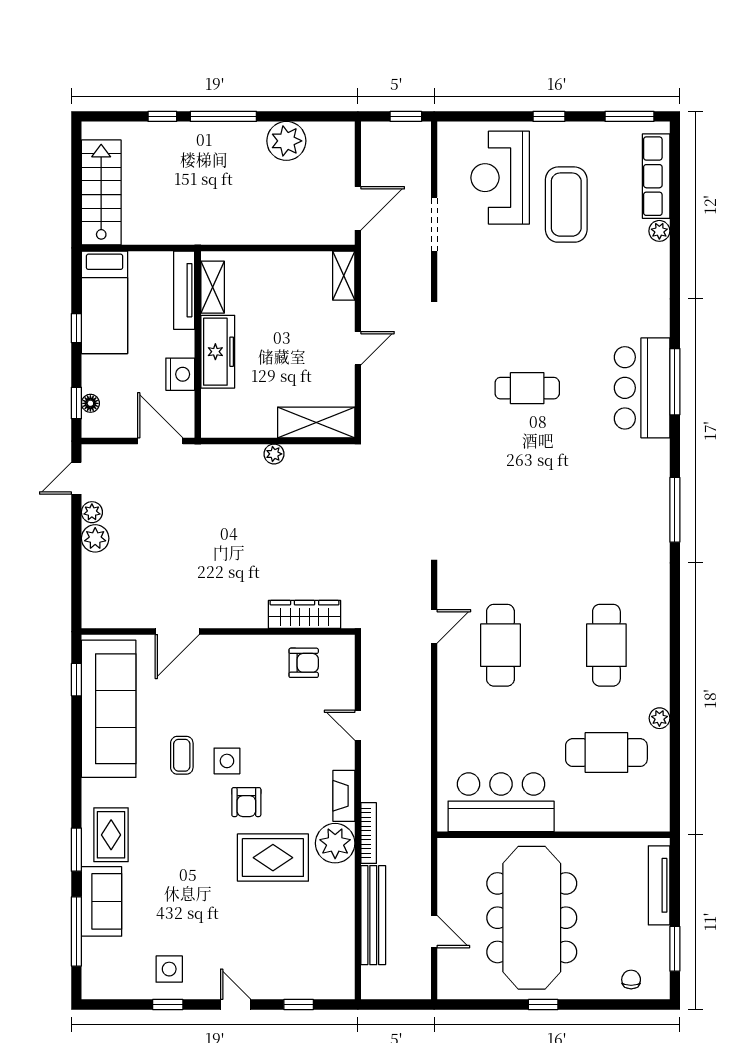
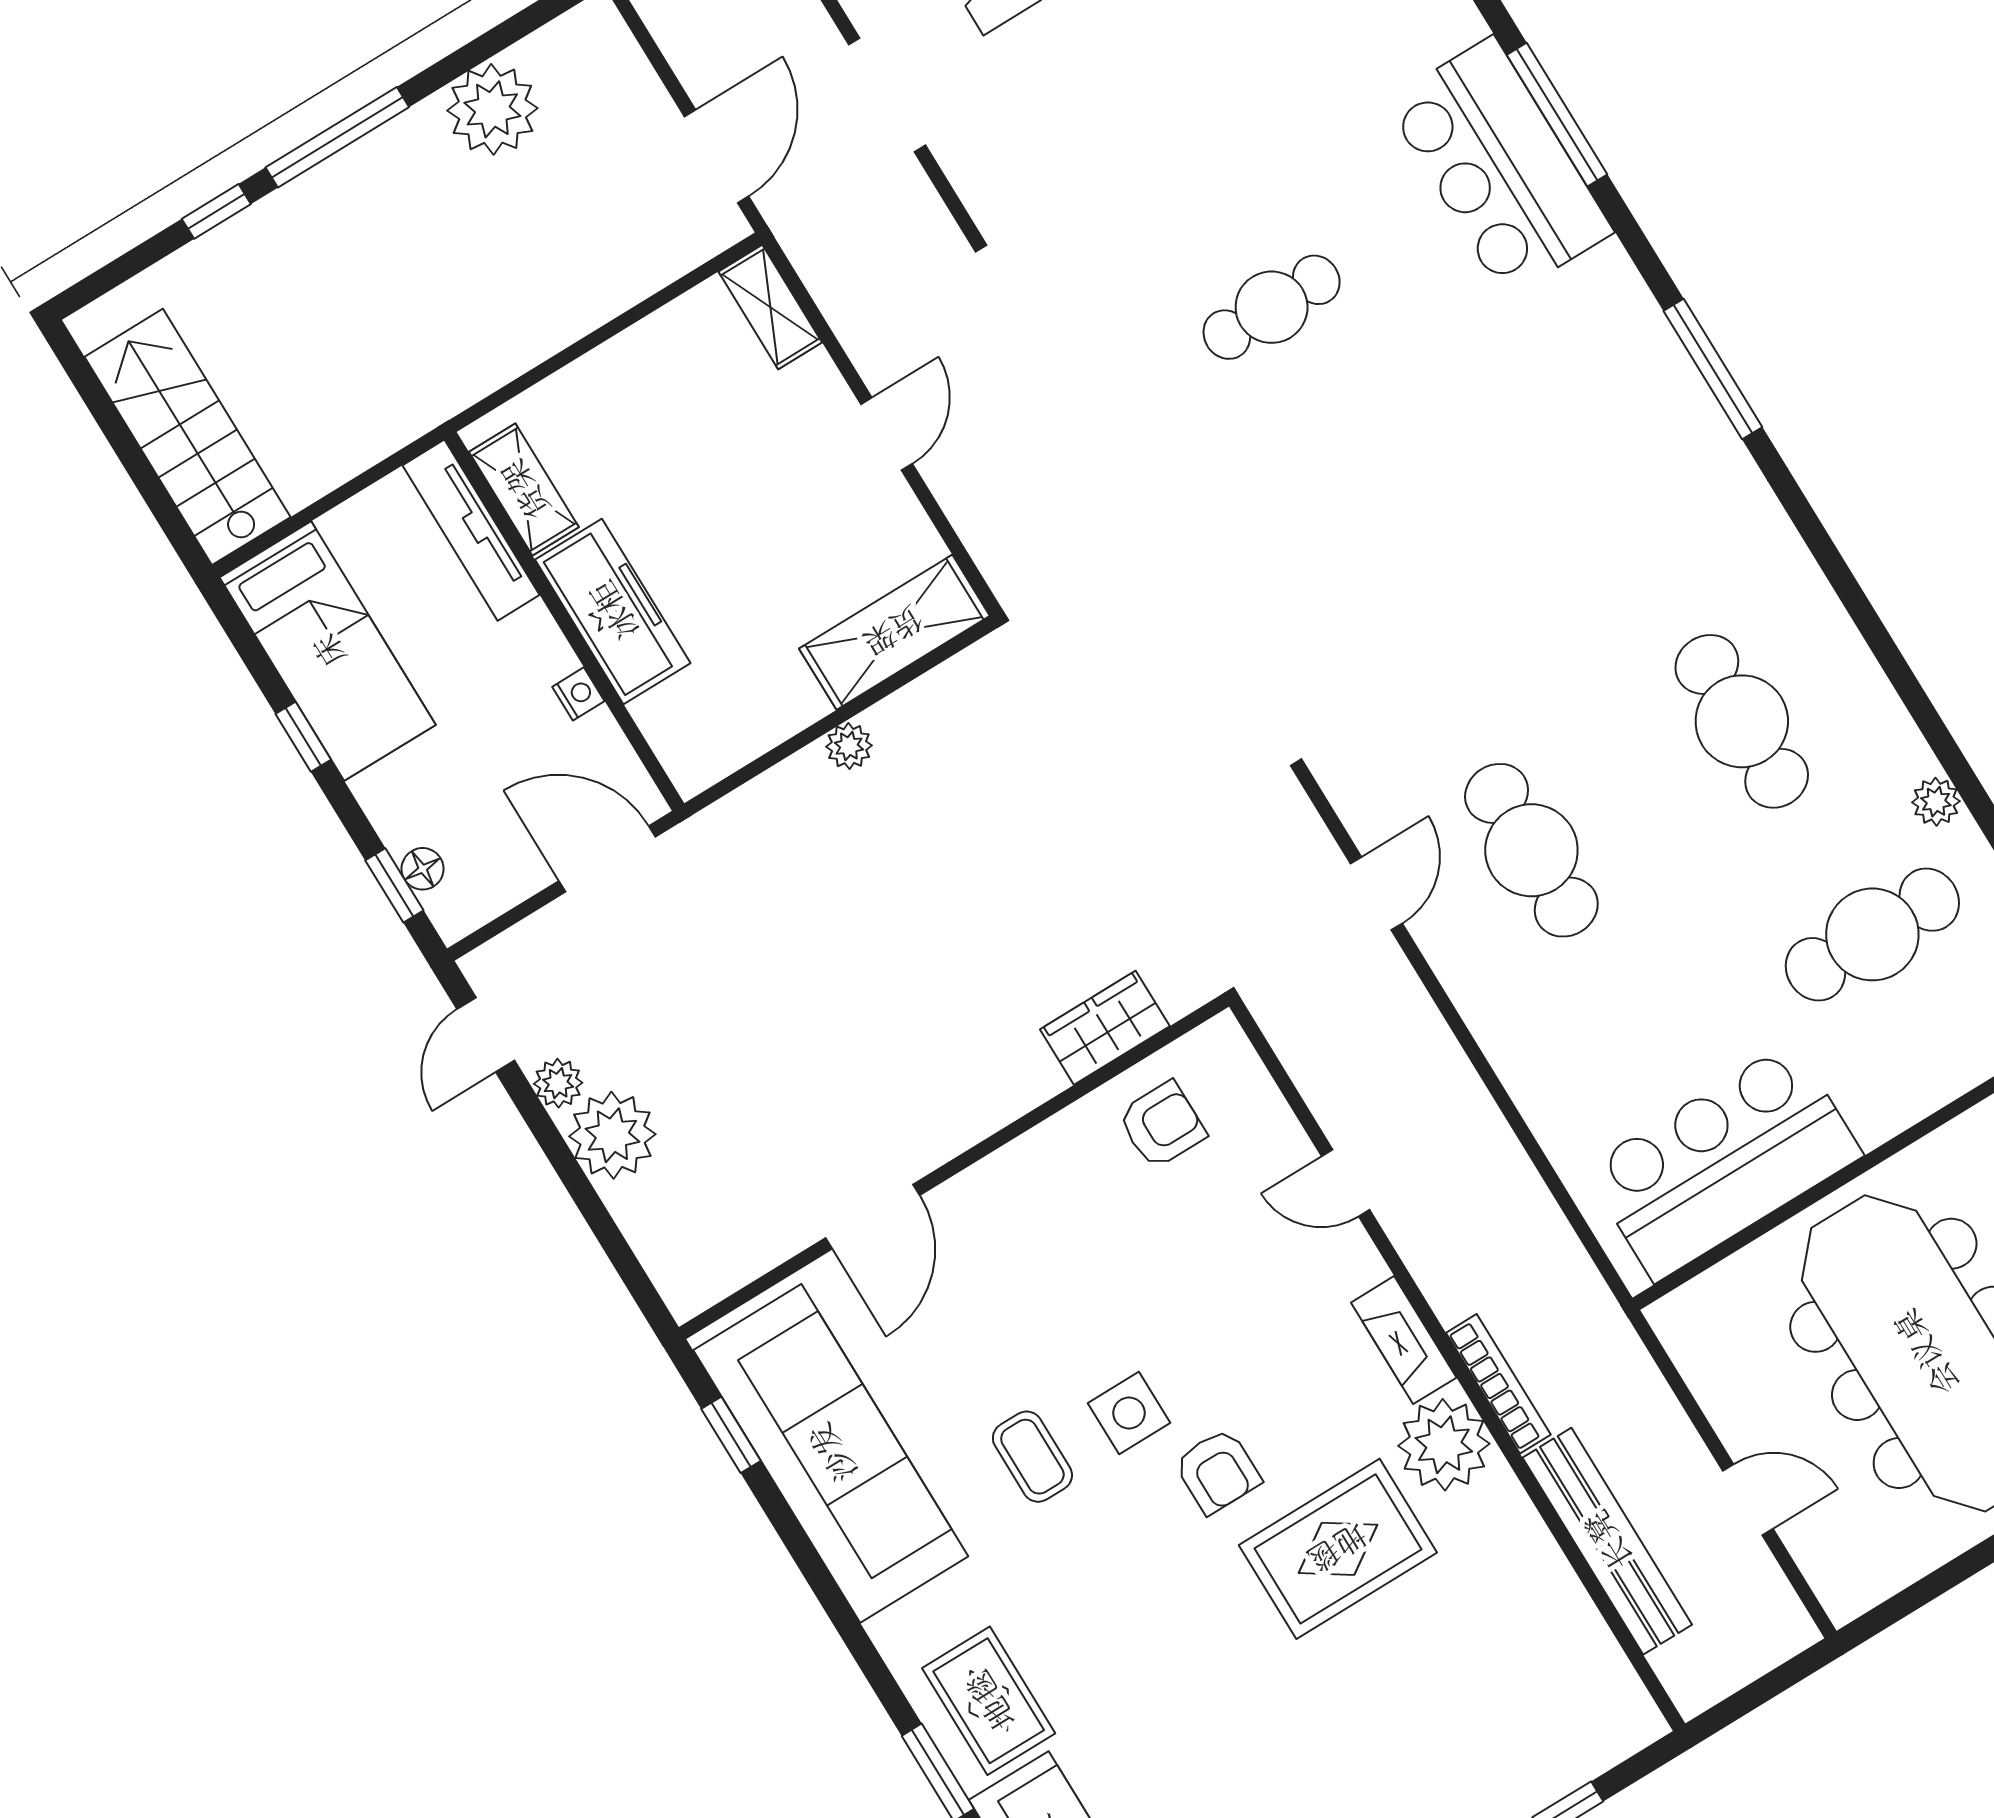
nightstand: (180, 374) -> (578, 694), width x0.53, depth x0.56
plant: (95, 538) -> (612, 1135), width x1.36, depth x1.36
wardrobe: (305, 614) -> (1105, 1028), width x0.67

